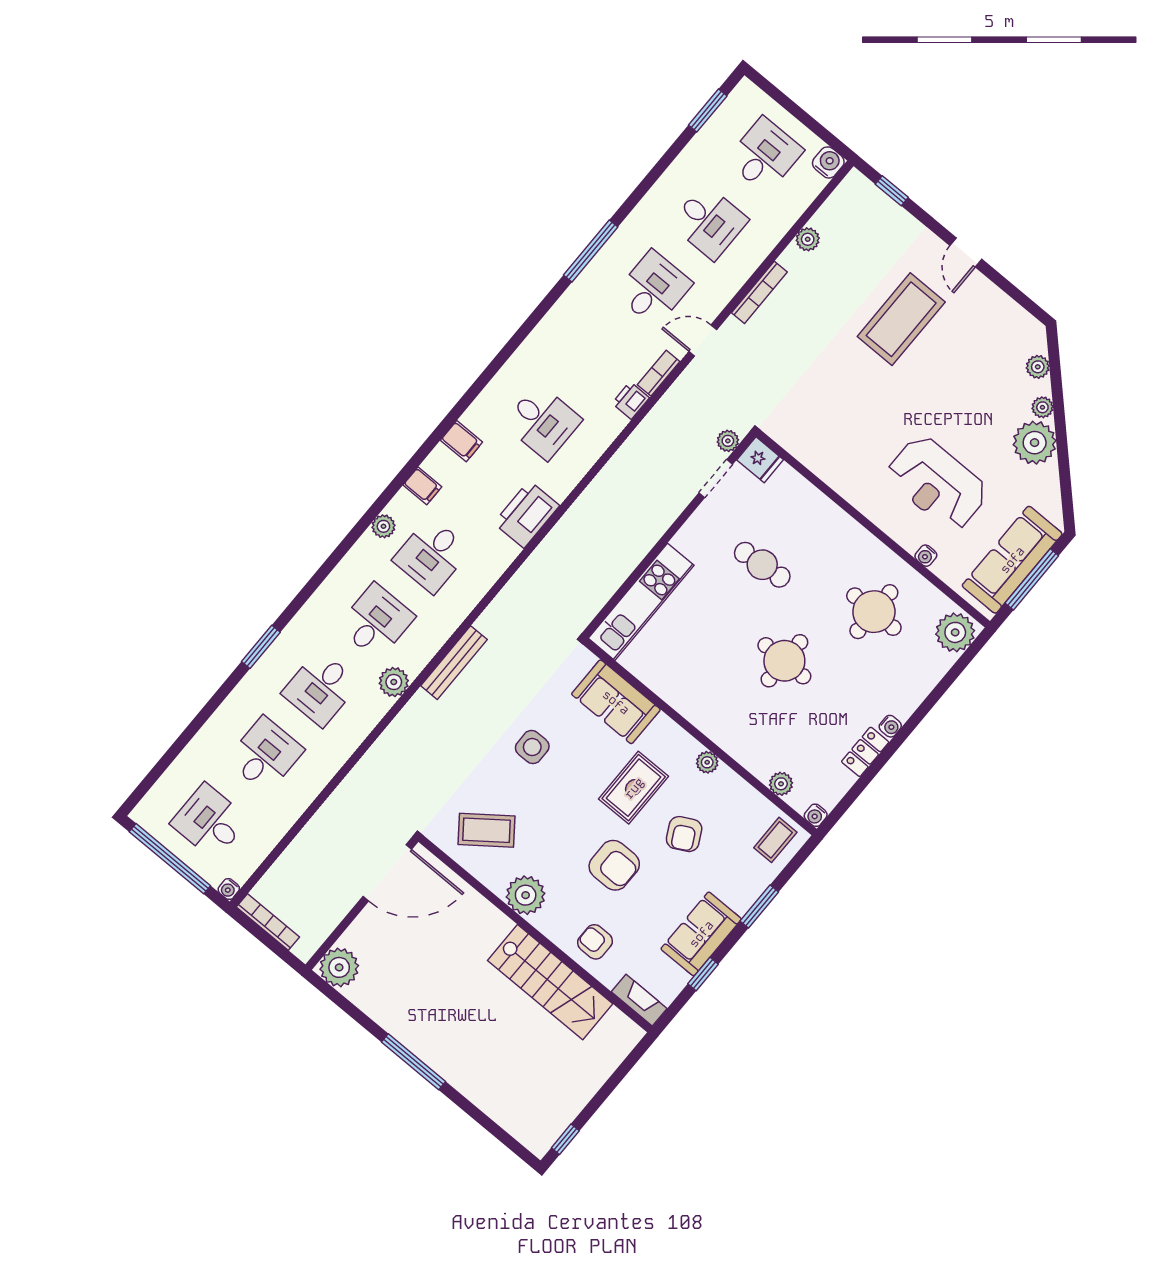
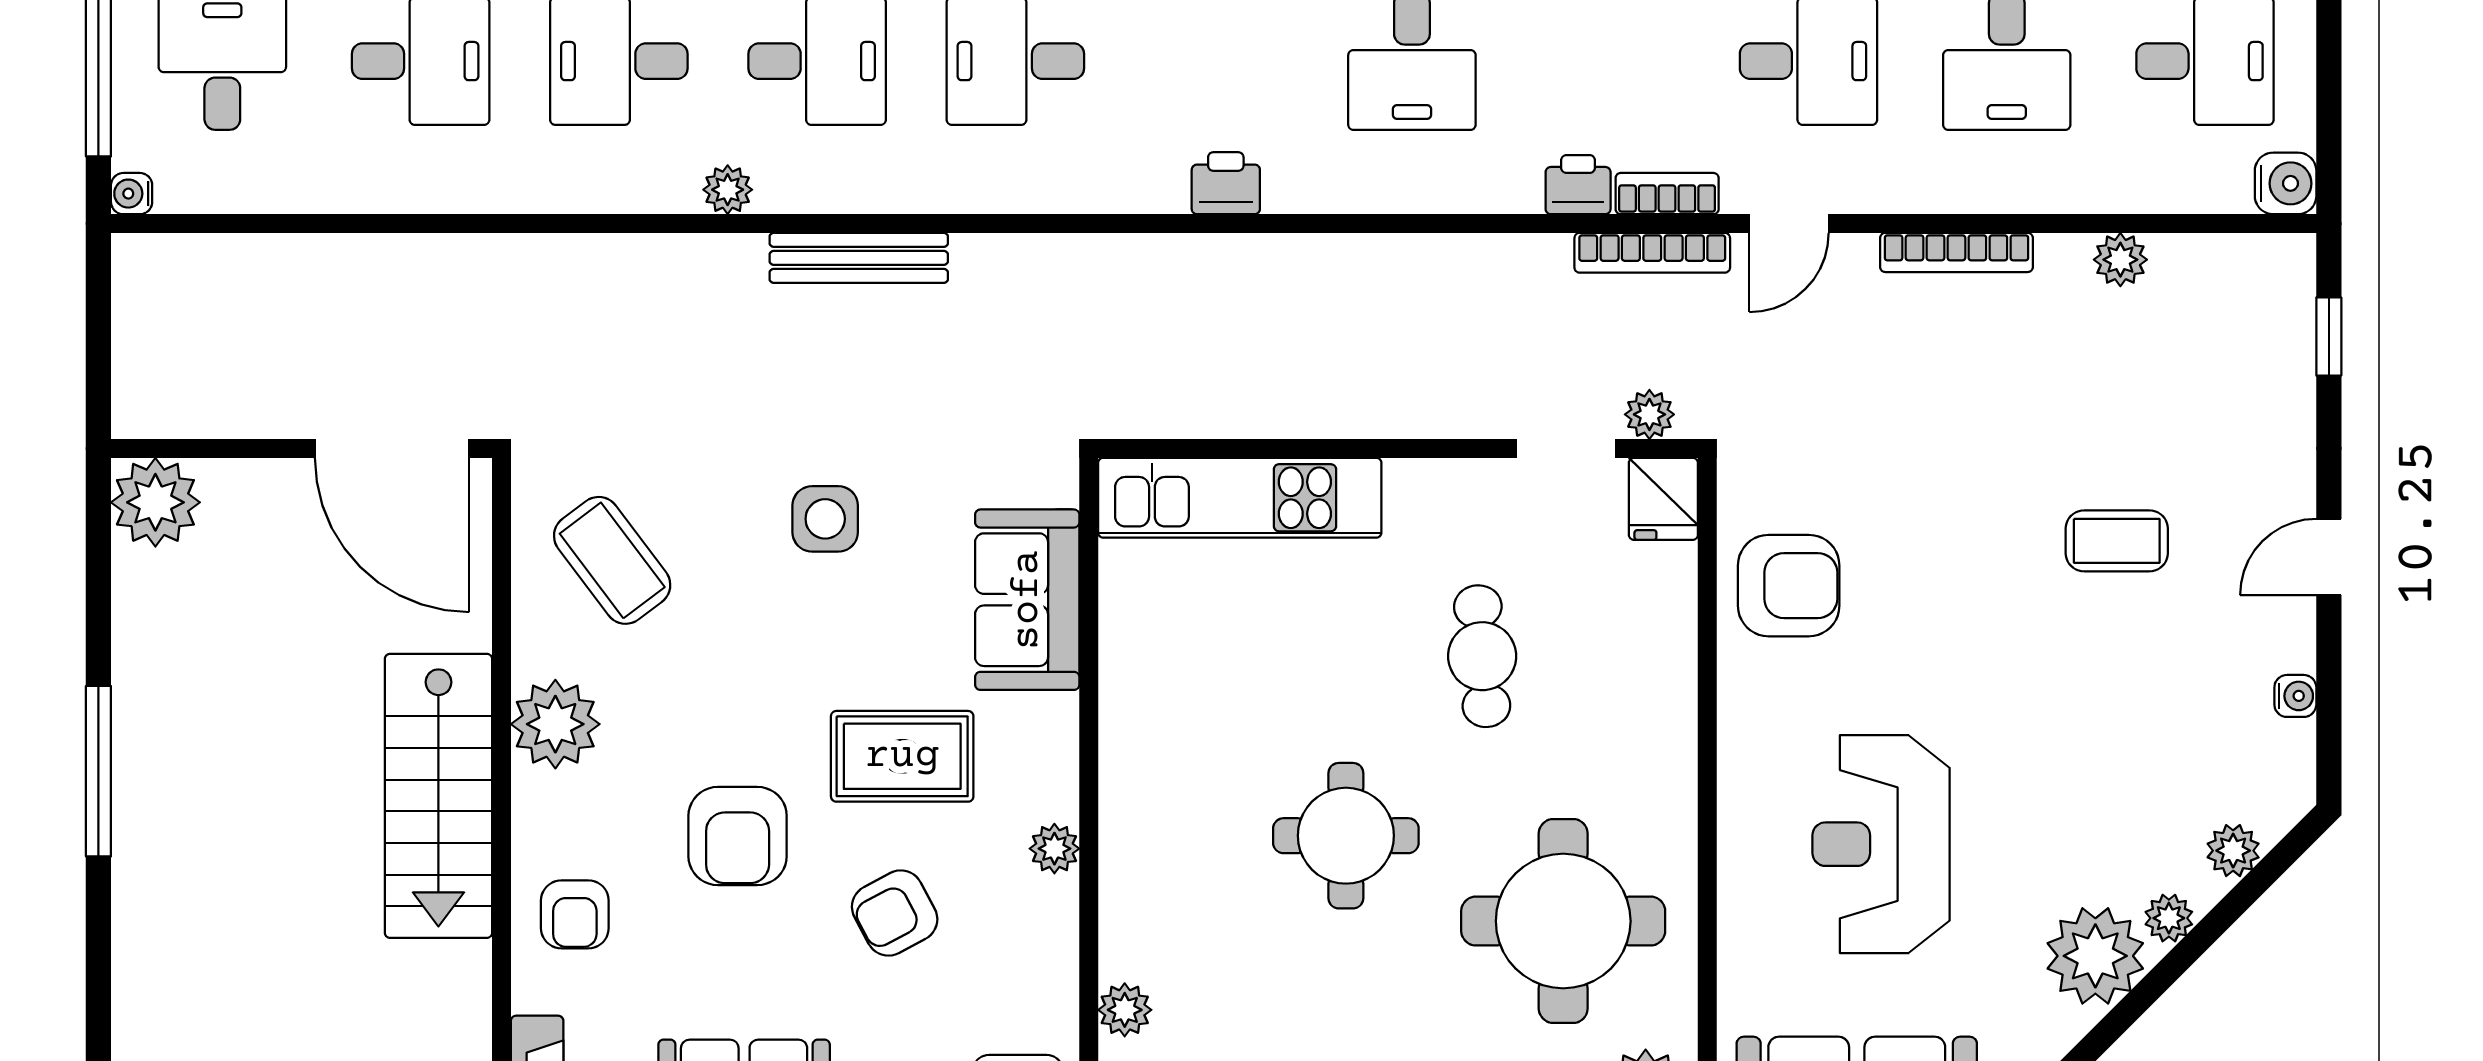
coffee table: (901, 319) -> (2117, 541), width x0.54, depth x0.58
door: (703, 341) -> (1789, 224), swing flipped
armchair: (824, 442) -> (1789, 586), added
printer: (527, 514) -> (1226, 183), width x0.53, depth x0.68
water cooler: (926, 556) -> (2295, 696), moved, turned 180
round table: (874, 612) -> (1563, 921), width x1.36, depth x1.36
plant: (394, 682) -> (728, 190), width x0.73, depth x0.73
bookcase: (268, 922) -> (1652, 253), moved, turned 90
armchair: (595, 942) -> (575, 914), turned 180
stairs: (550, 982) -> (438, 796), moved

